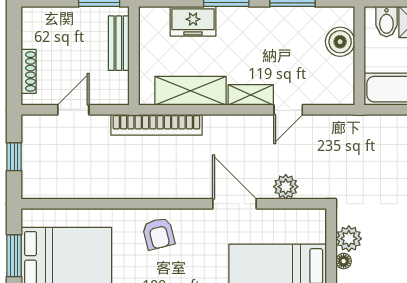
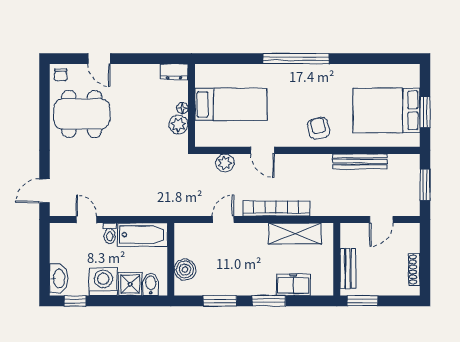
shoe rack: (29, 71) -> (414, 269), moved
shelving: (251, 95) -> (251, 230), removed
bookcase: (156, 125) -> (276, 208), moved
window: (14, 157) -> (425, 185), width x1.50
bench: (103, 189) -> (360, 161), added
door: (235, 204) -> (263, 150), width x0.73

